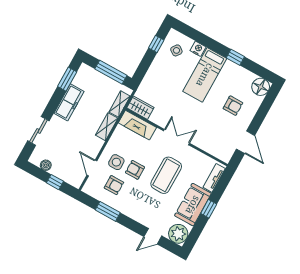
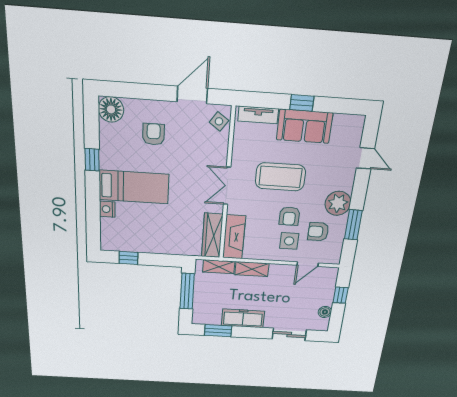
side table: (176, 50) -> (219, 121), moved
wardrobe: (140, 108) -> (212, 235), width x1.50
armchair: (114, 185) -> (318, 232), turned -90
plant: (178, 234) -> (338, 203), moved

